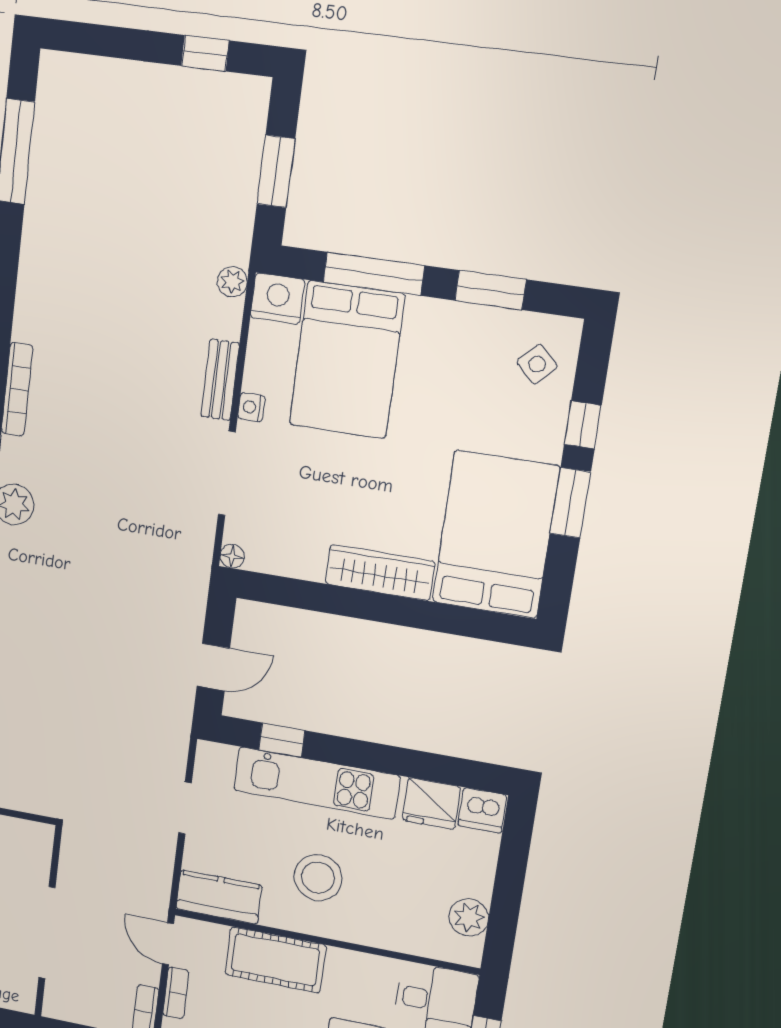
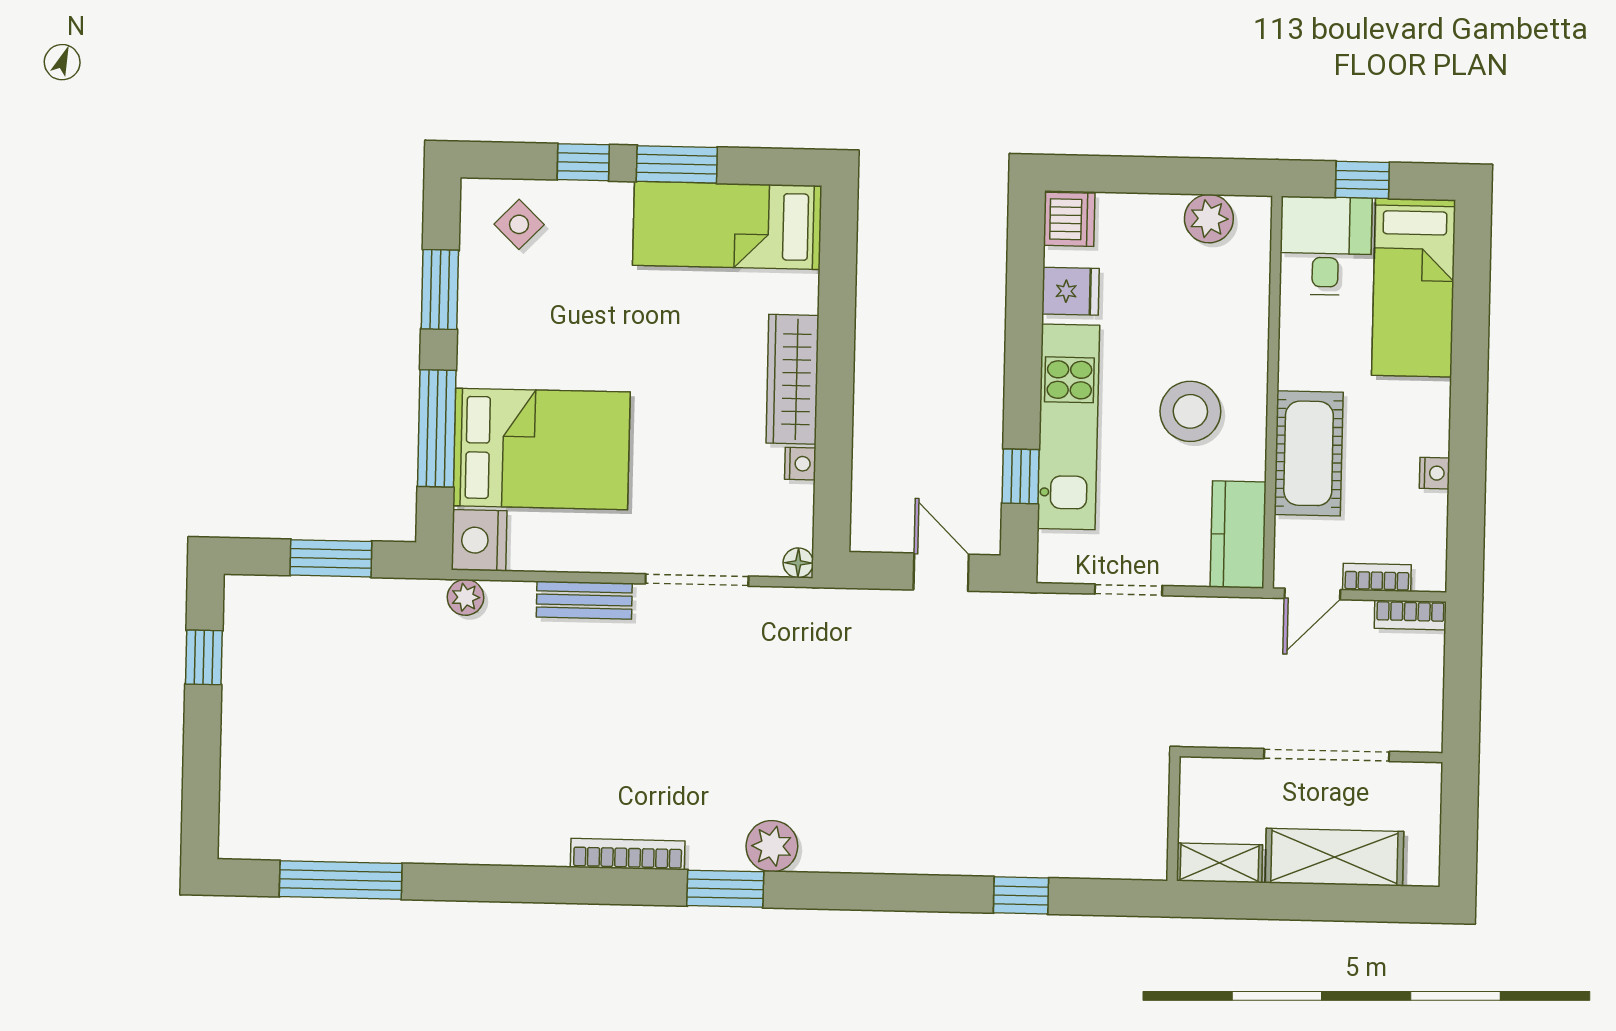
nightstand: (251, 407) -> (800, 464), moved, turned -90
bed: (496, 535) -> (727, 225), width x0.67
fridge: (431, 803) -> (1071, 291), width x0.72

